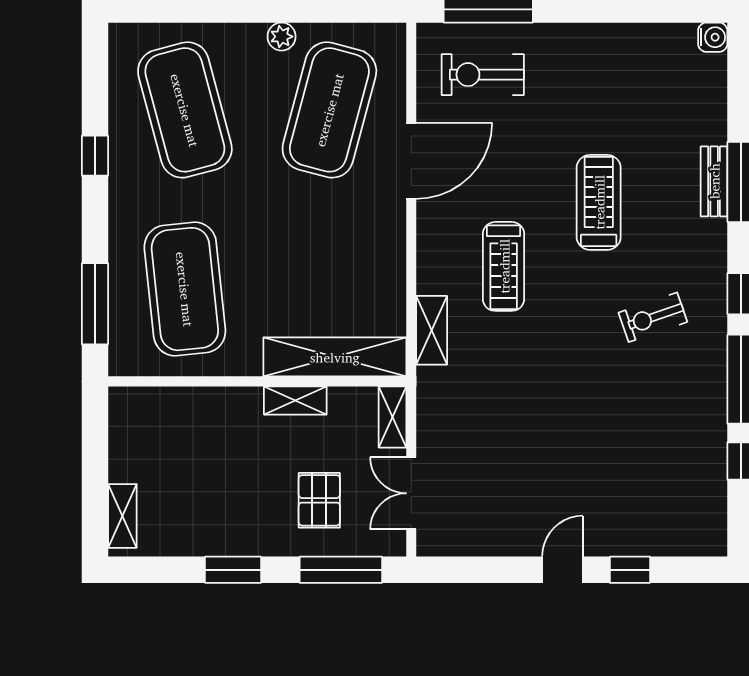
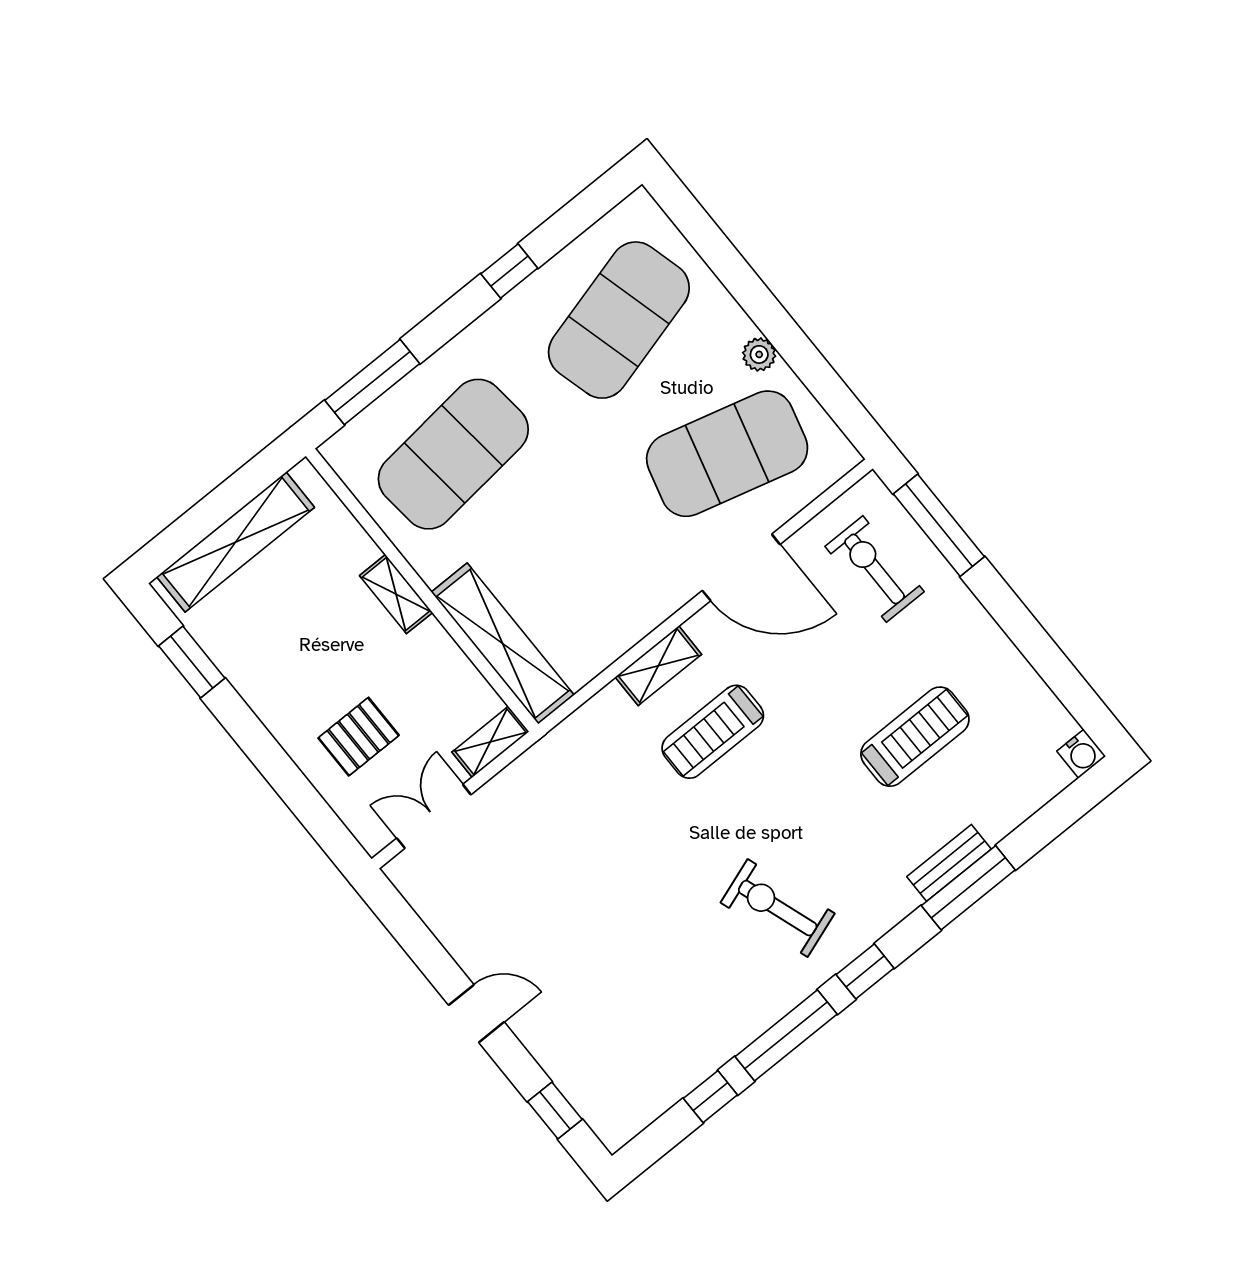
treadmill: (599, 202) -> (915, 737), moved
exercise bike: (653, 317) -> (778, 908), width x1.38, depth x1.39
shelving: (432, 330) -> (658, 666), moved
shelving: (295, 400) -> (396, 594), moved
shelving: (122, 516) -> (236, 542), width x2.20, depth x1.33
window: (233, 570) -> (192, 662), moved
window: (341, 570) -> (310, 809), removed
window: (630, 570) -> (555, 1110), moved

